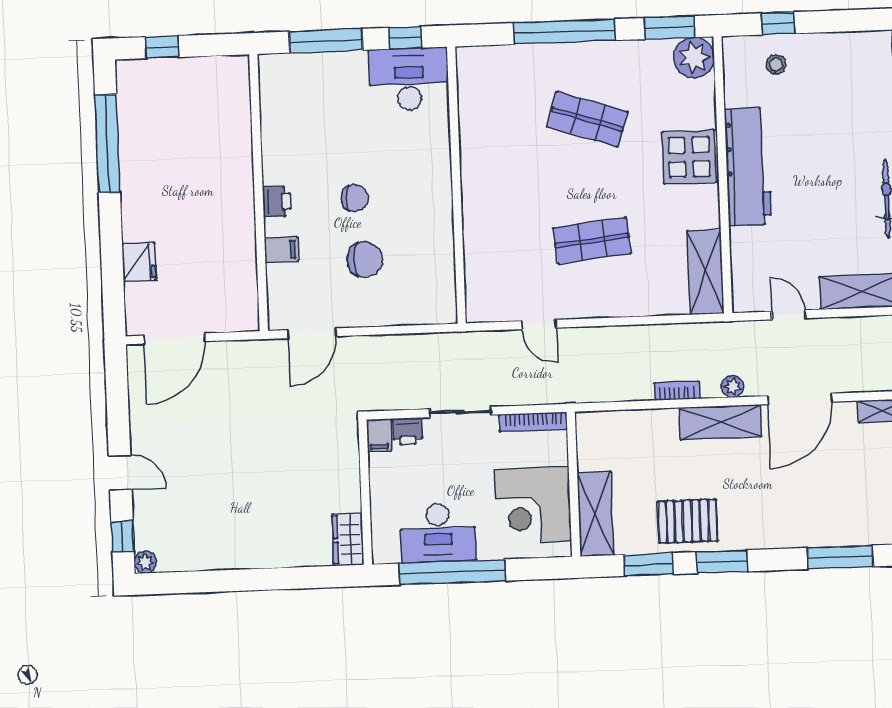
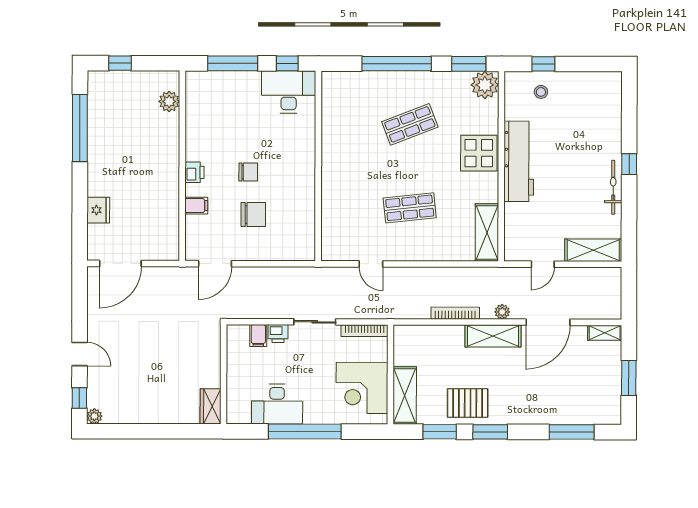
plant: (236, 100) -> (169, 101), added
shop shelf: (587, 119) -> (410, 124), turned -39
door: (789, 315) -> (543, 264), swing flipped
bookcase: (677, 391) -> (455, 313), width x1.56
wall: (365, 492) -> (224, 374), moved
desk: (438, 533) -> (277, 404), moved
wardrobe: (348, 540) -> (211, 406), moved

